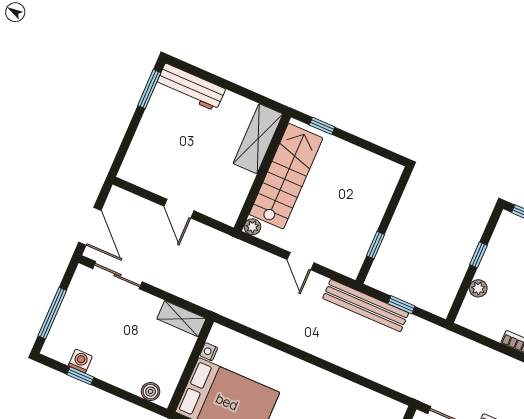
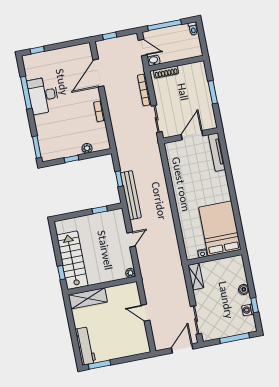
stairs: (286, 176) -> (72, 260), moved, turned 90
door: (179, 209) -> (145, 313), swing flipped
boiler: (151, 392) -> (244, 289), moved

